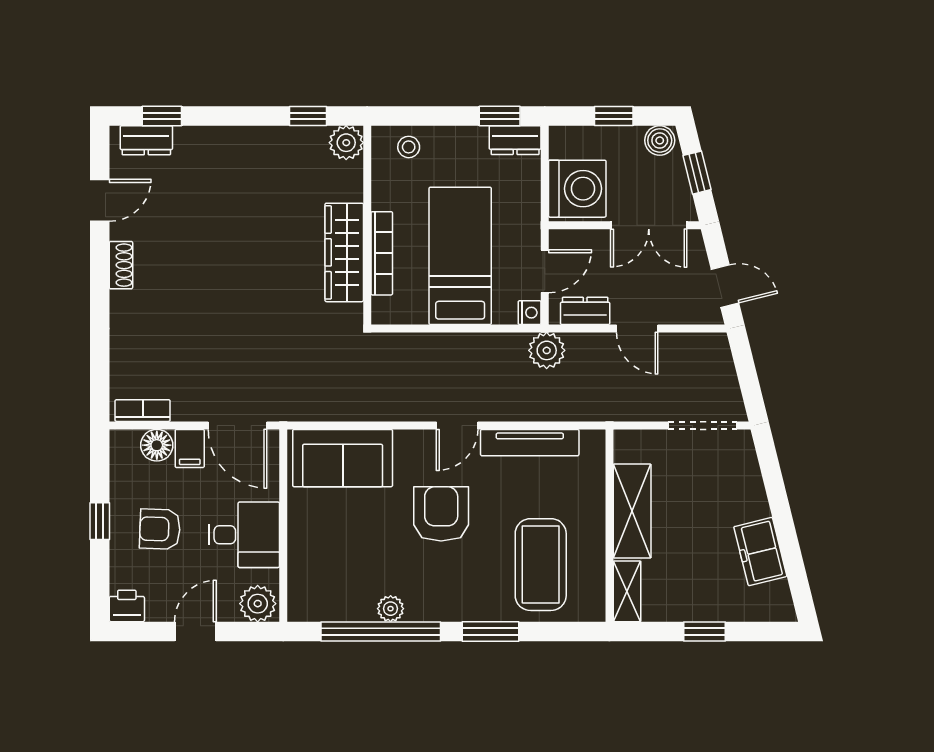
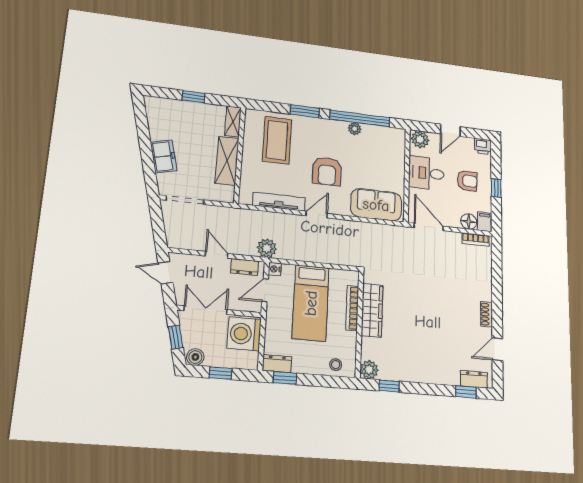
filing cabinet: (190, 448) -> (485, 222), moved
freezer: (760, 552) -> (164, 156), moved

